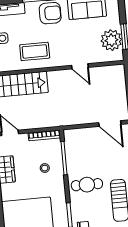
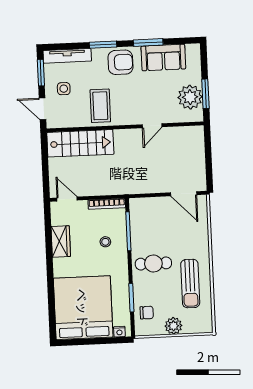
coffee table: (35, 51) -> (100, 106), turned 90
door: (80, 66) -> (152, 126), hinge flipped

